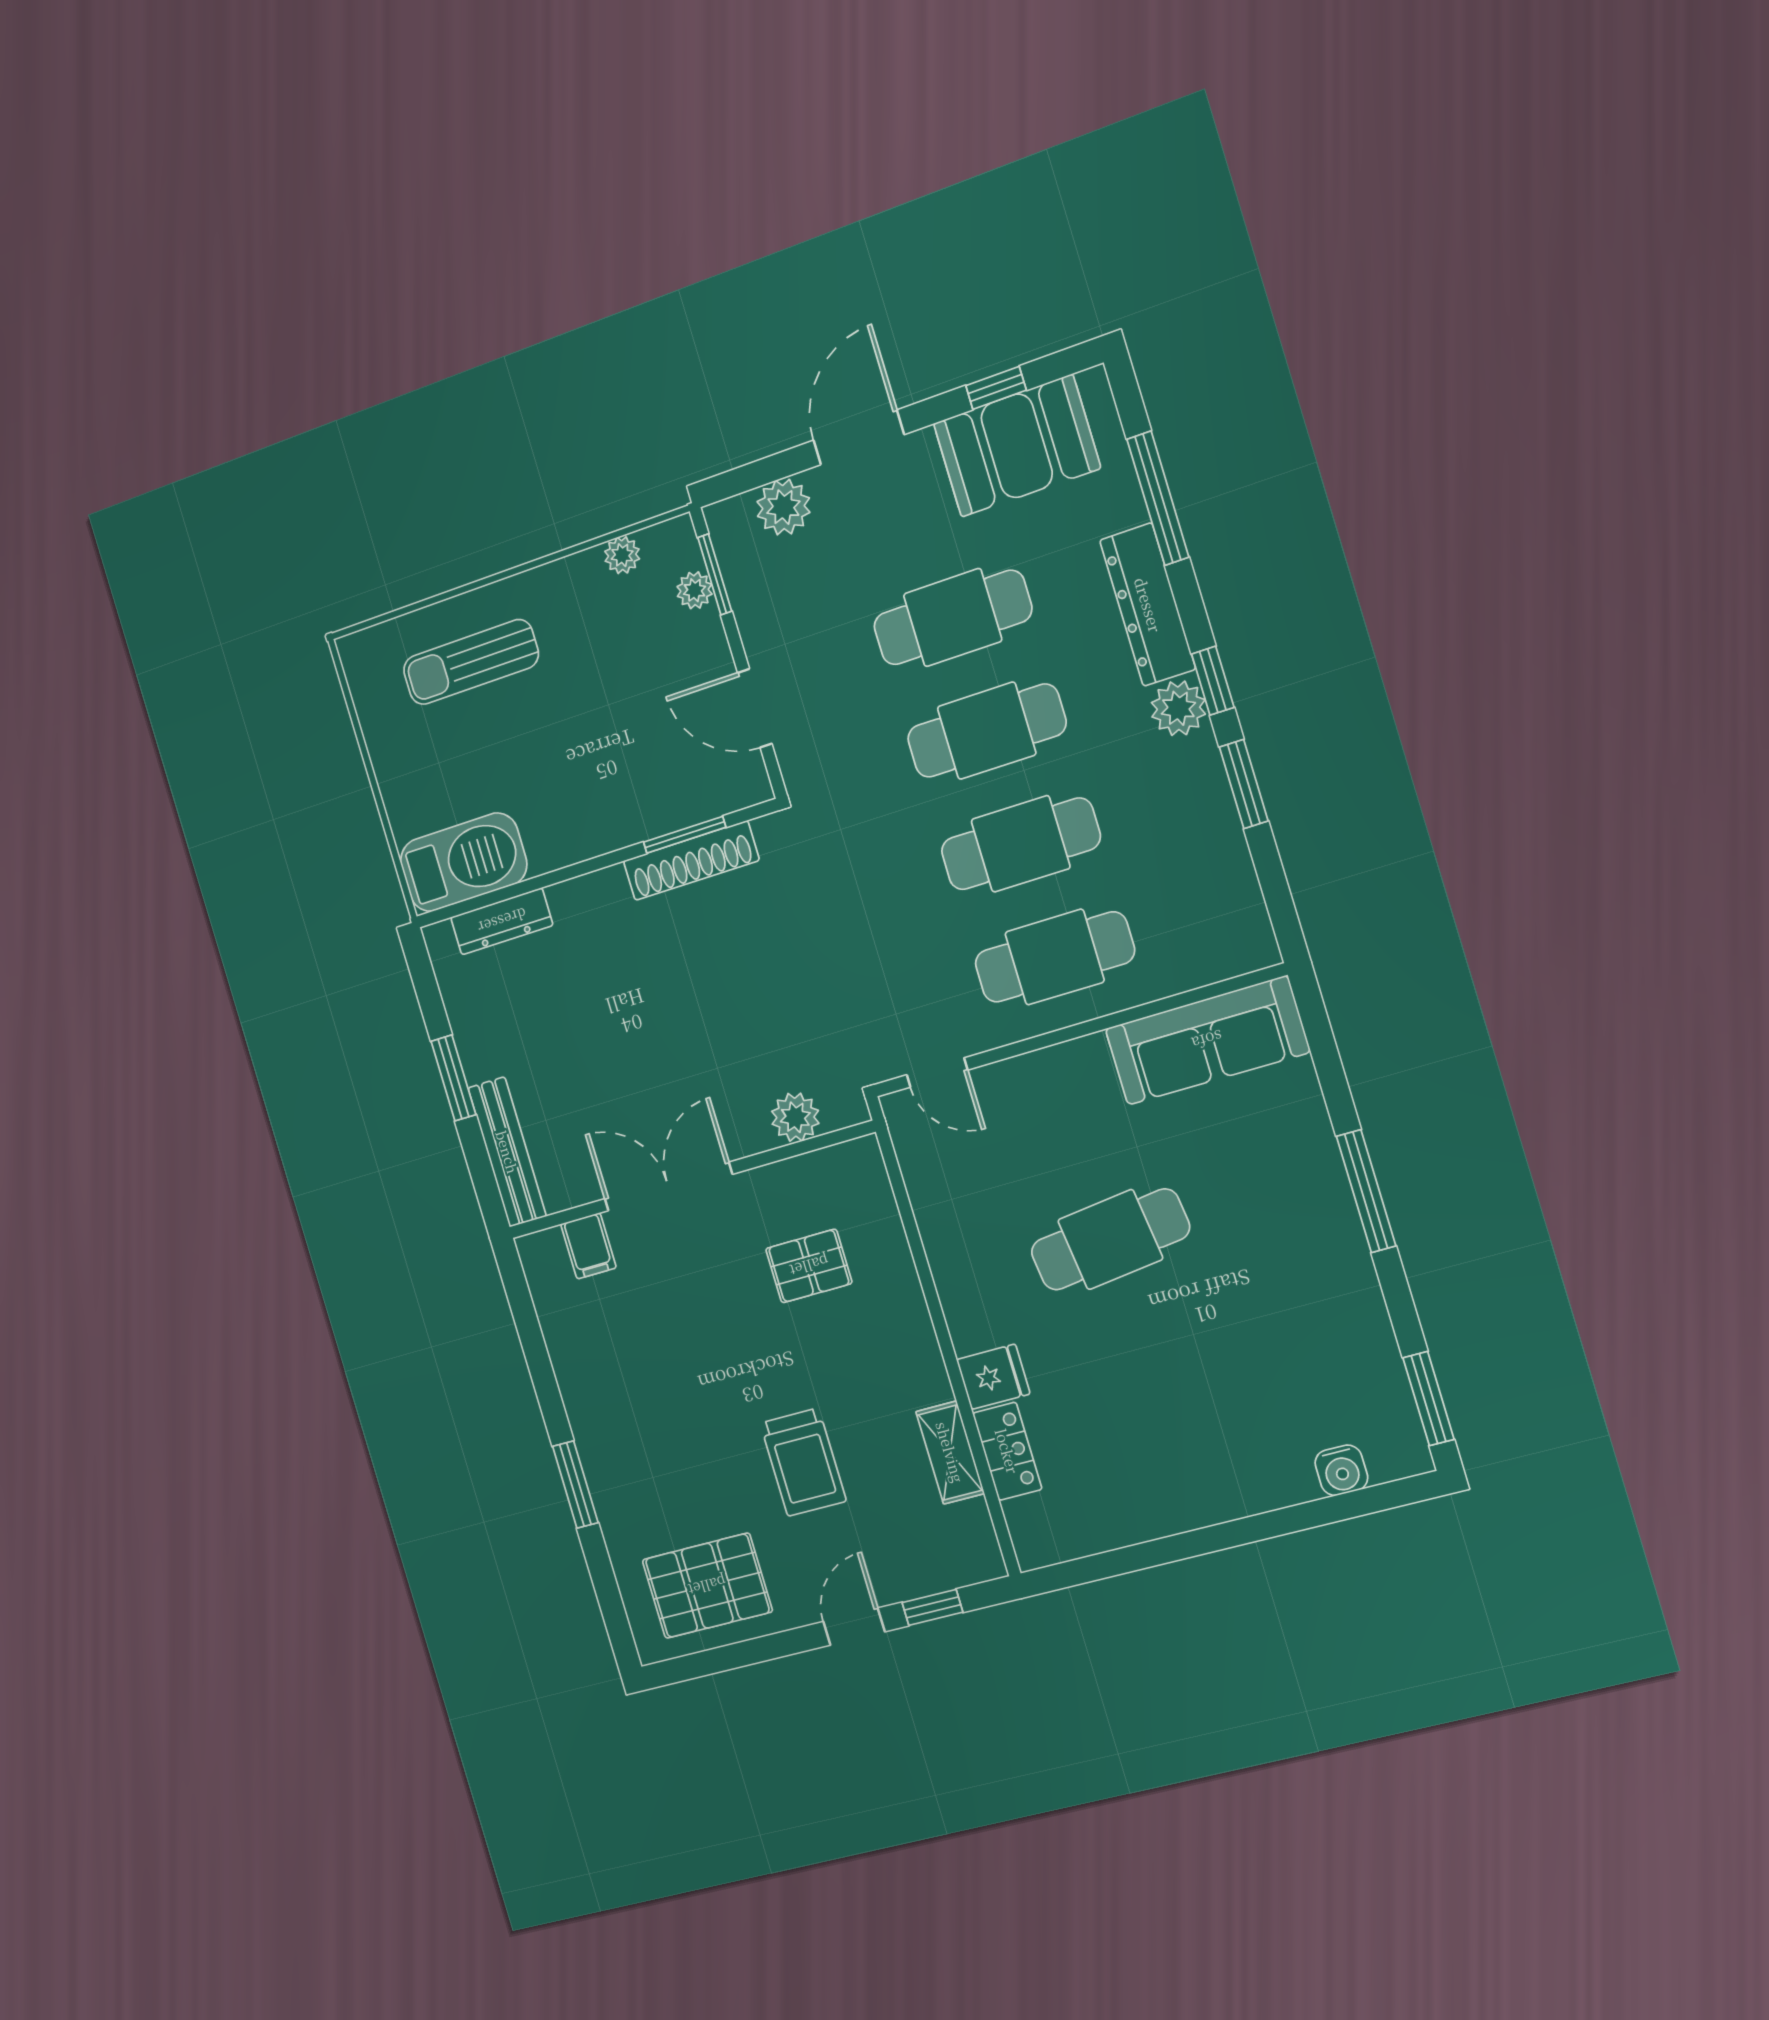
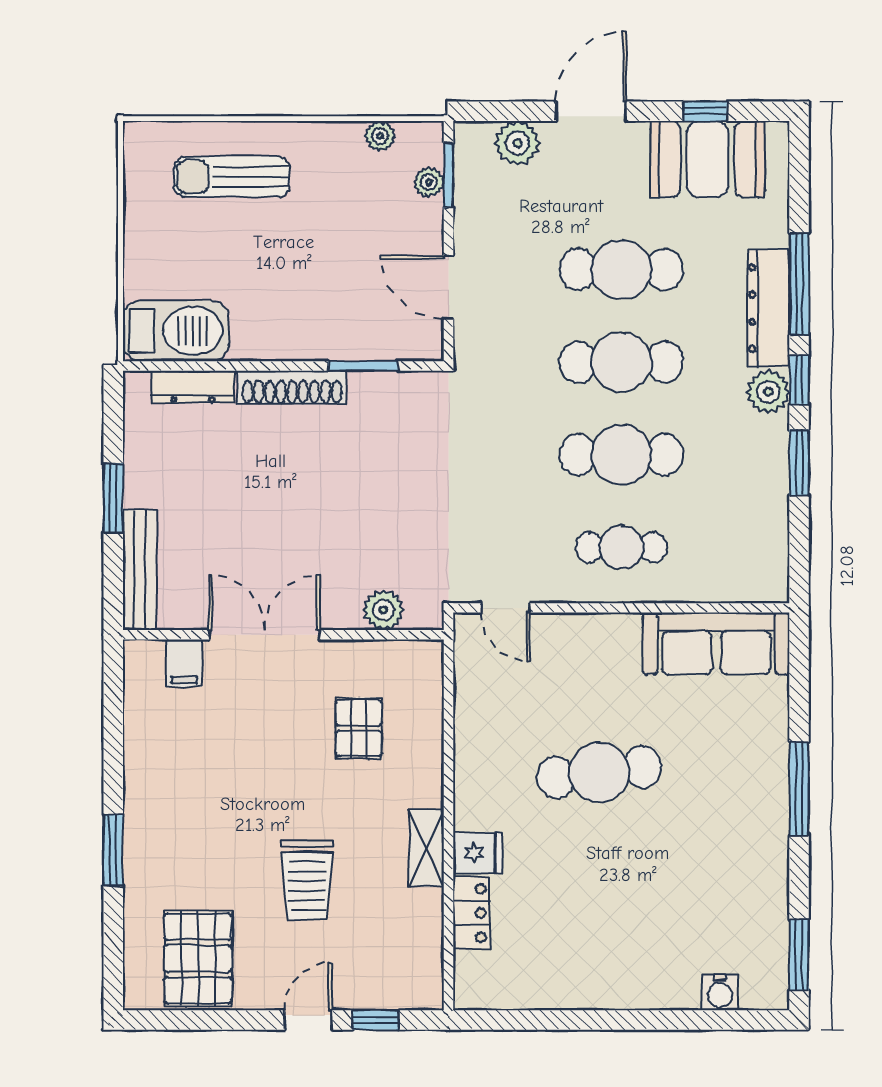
window: (1158, 498) -> (799, 284), moved
shoe rack: (691, 861) -> (292, 387), moved
cafe table: (1055, 957) -> (621, 547), width x0.73, depth x0.74
pallet: (809, 1266) -> (359, 728), turned 90
shelving: (950, 1452) -> (426, 848), moved
pallet: (707, 1586) -> (198, 959), turned 90

